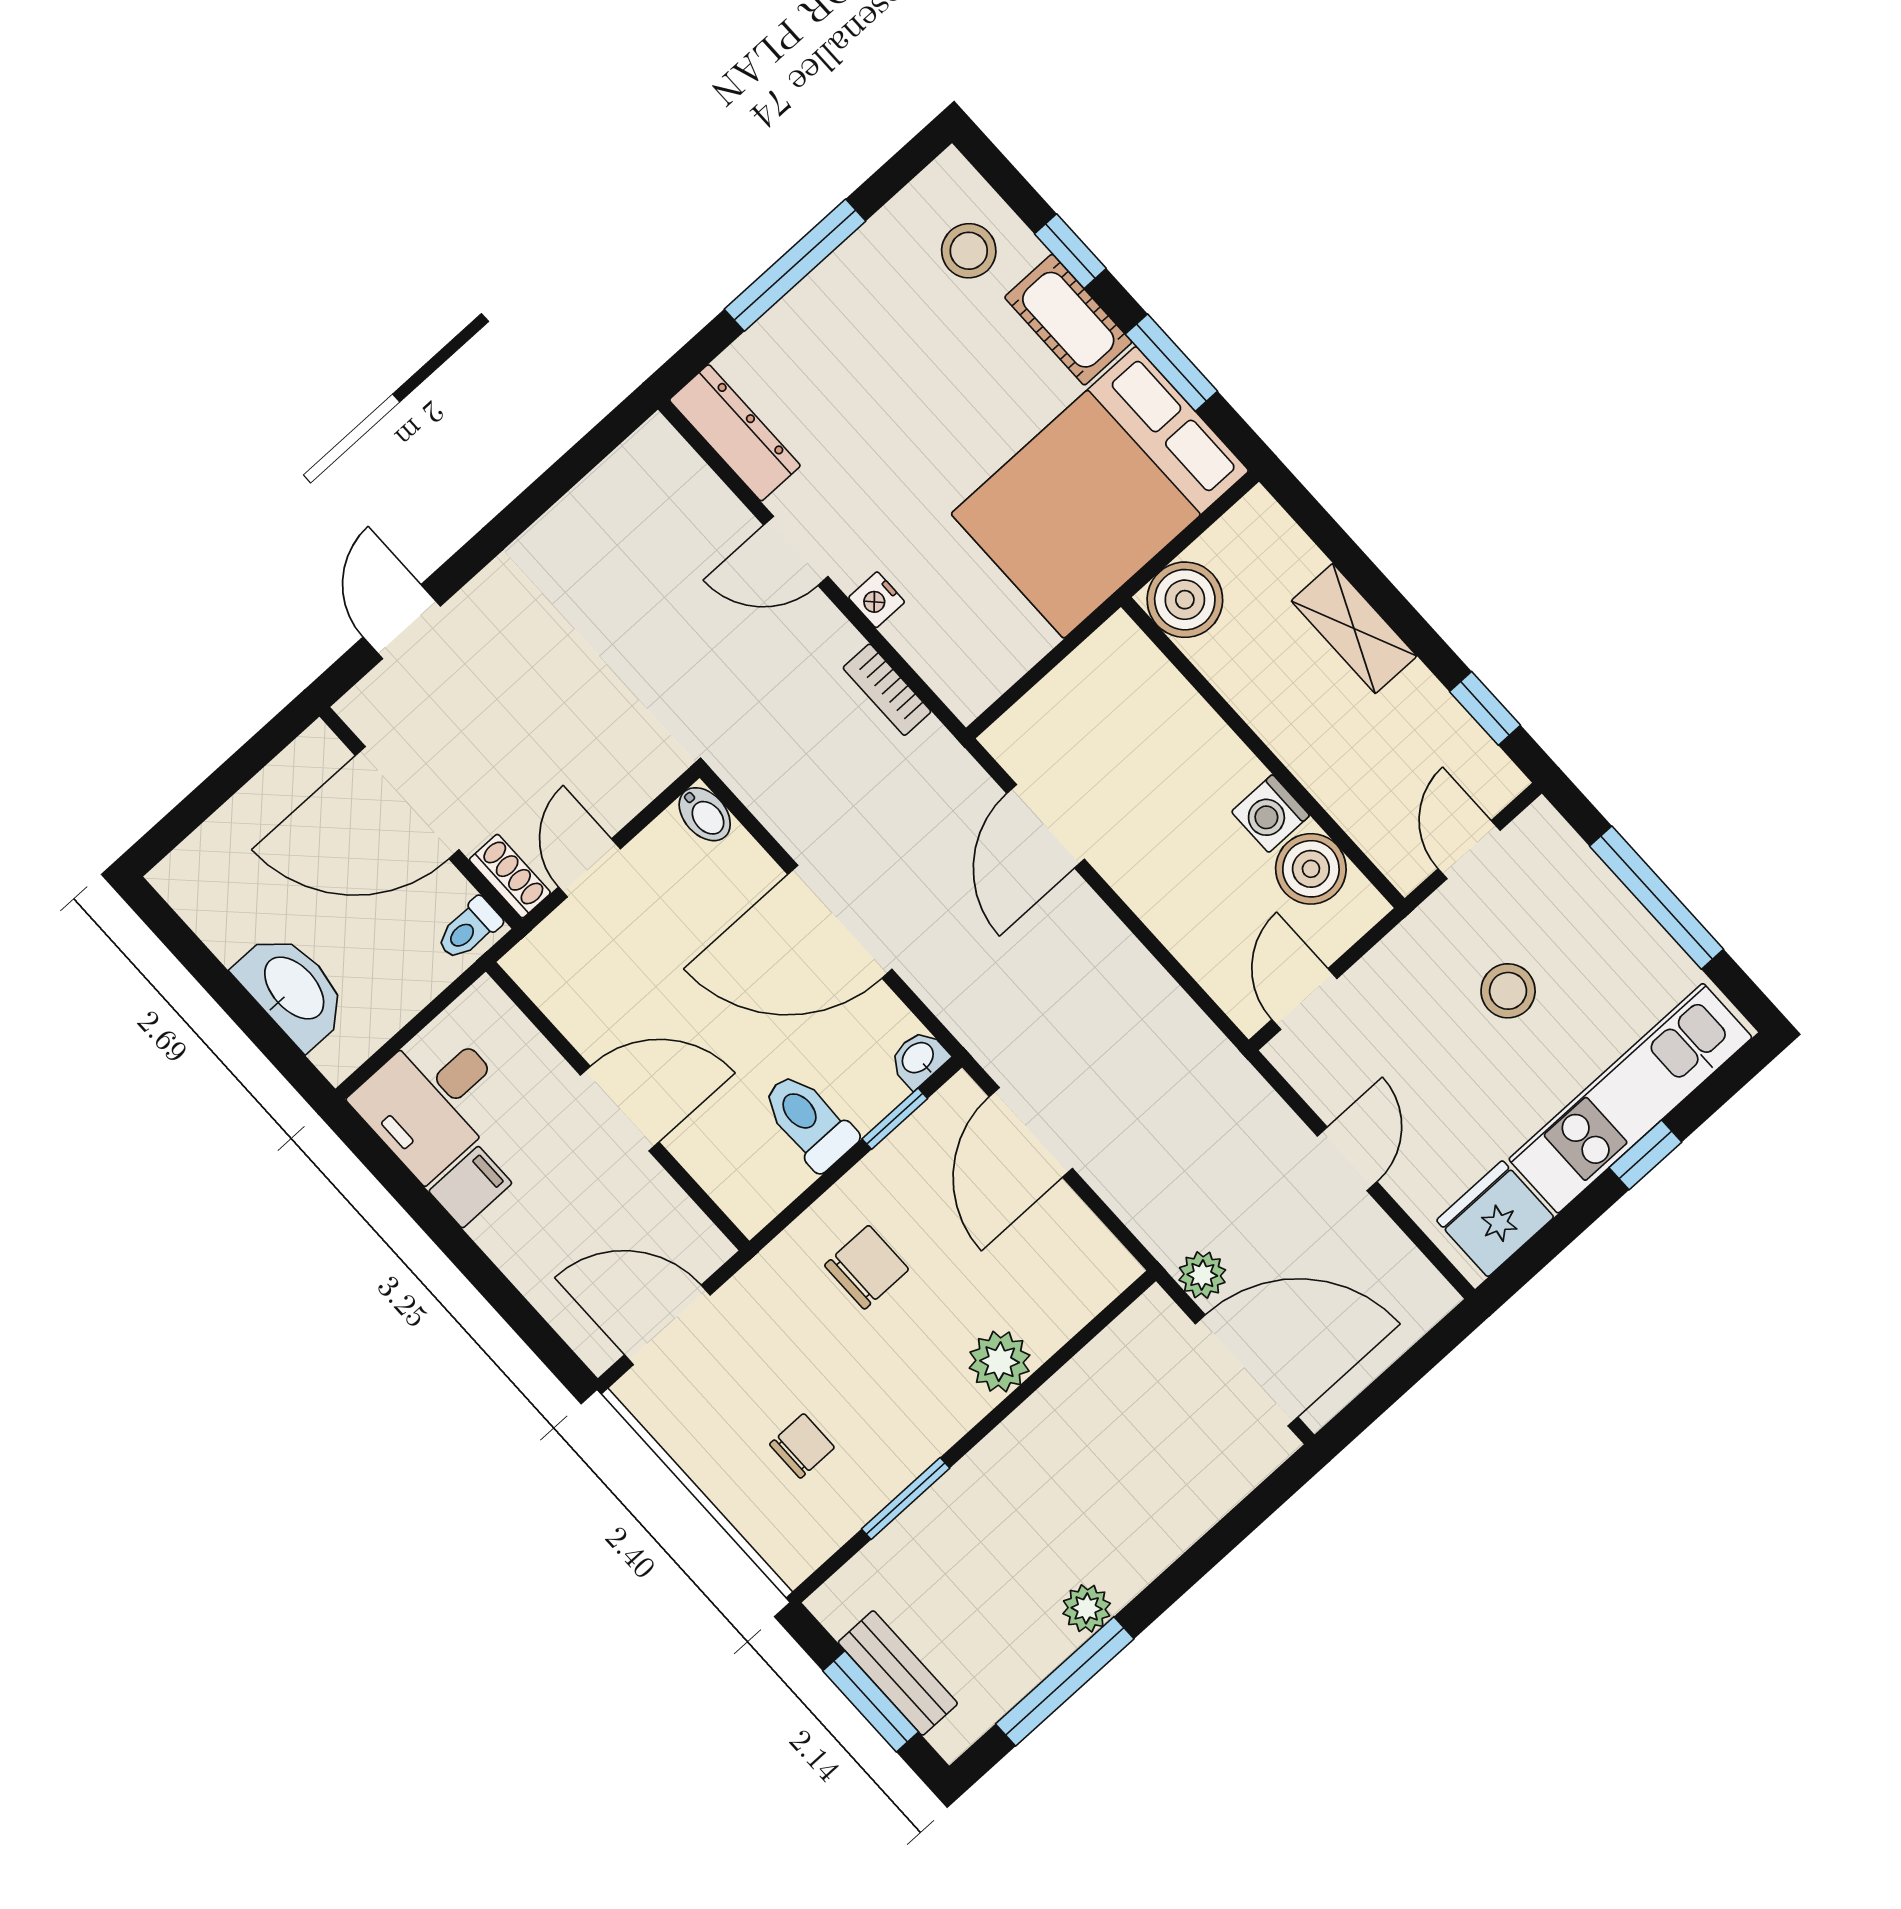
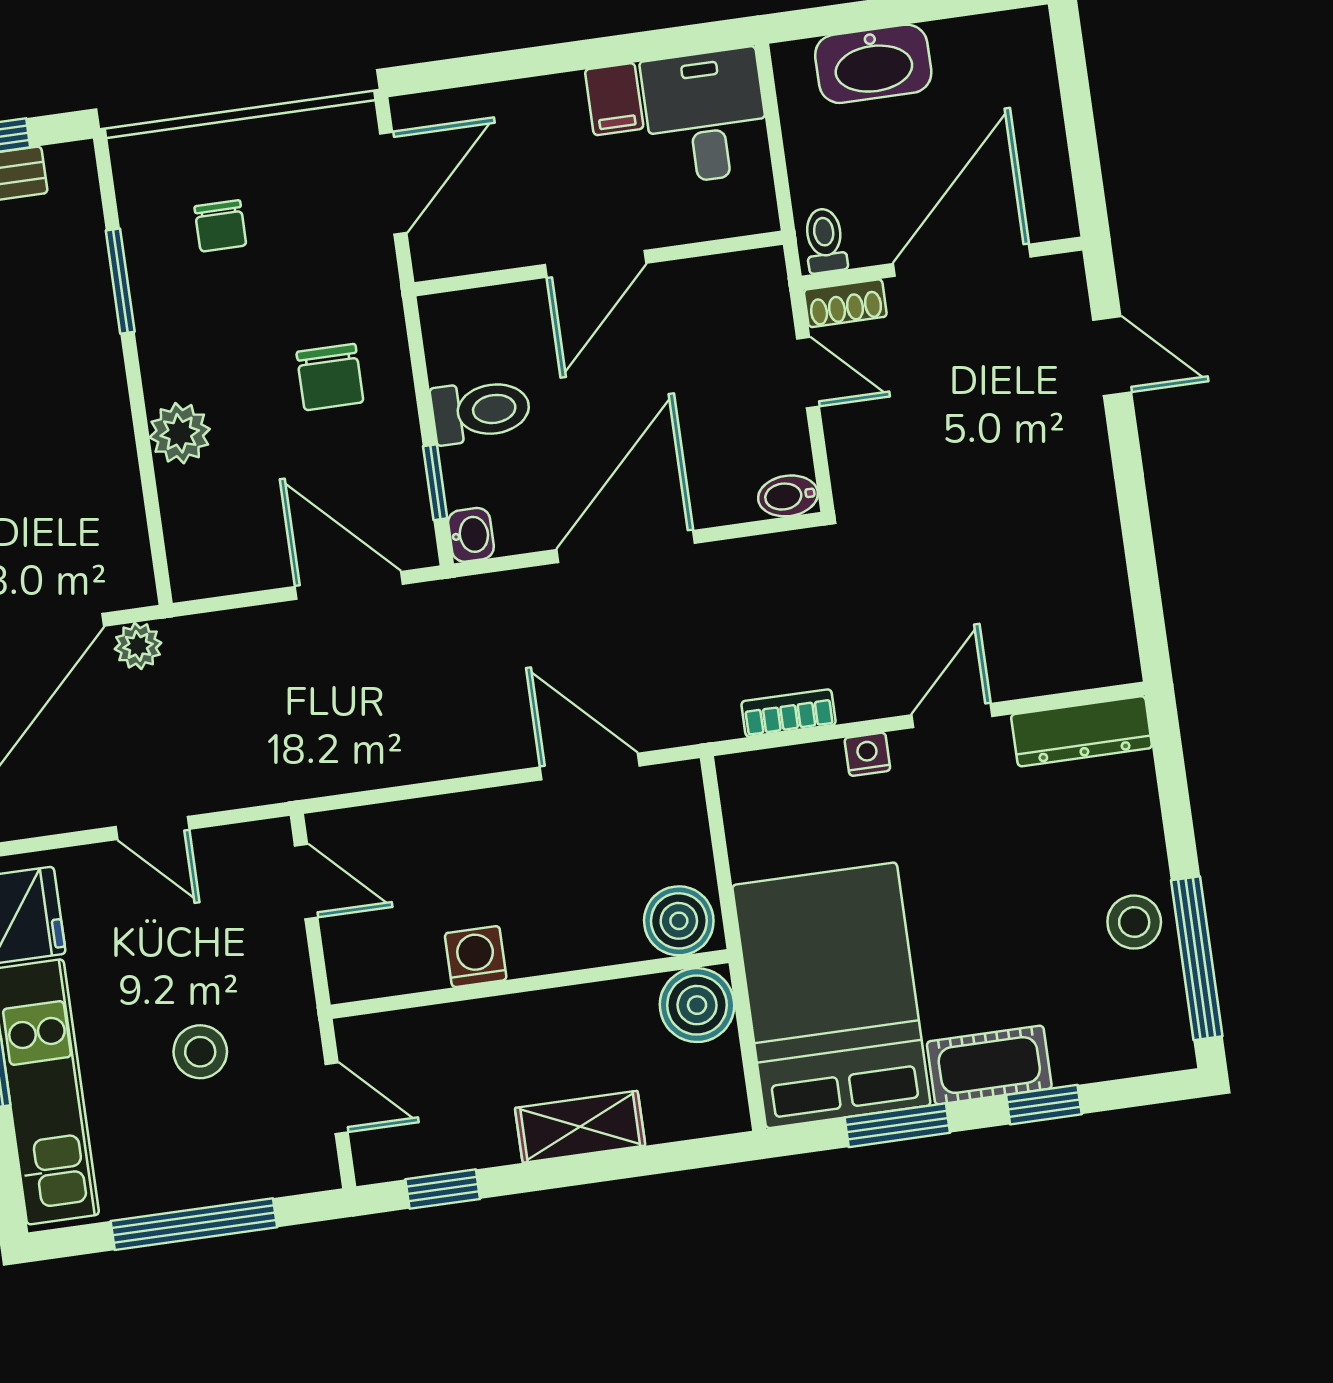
stool: (969, 251) -> (1134, 922), moved
window: (795, 265) -> (1197, 958), moved
boiler: (1311, 869) -> (679, 921), moved

